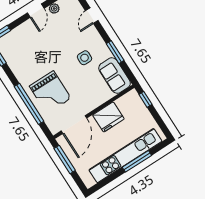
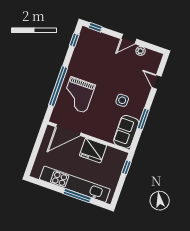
door: (92, 16) -> (156, 82), hinge flipped
window: (65, 159) -> (38, 143), removed

